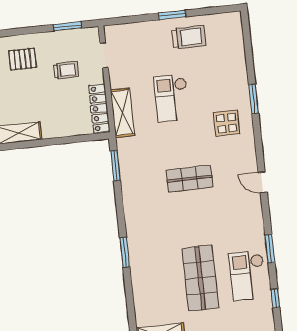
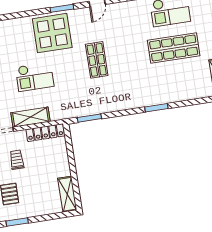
window: (254, 99) -> (62, 8), moved
shelving: (122, 113) -> (31, 117), moved
display table: (227, 123) -> (52, 33), width x1.86, depth x1.86

